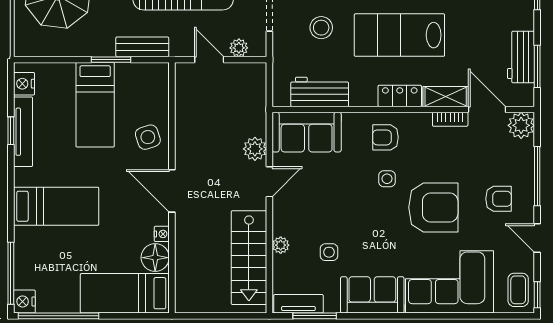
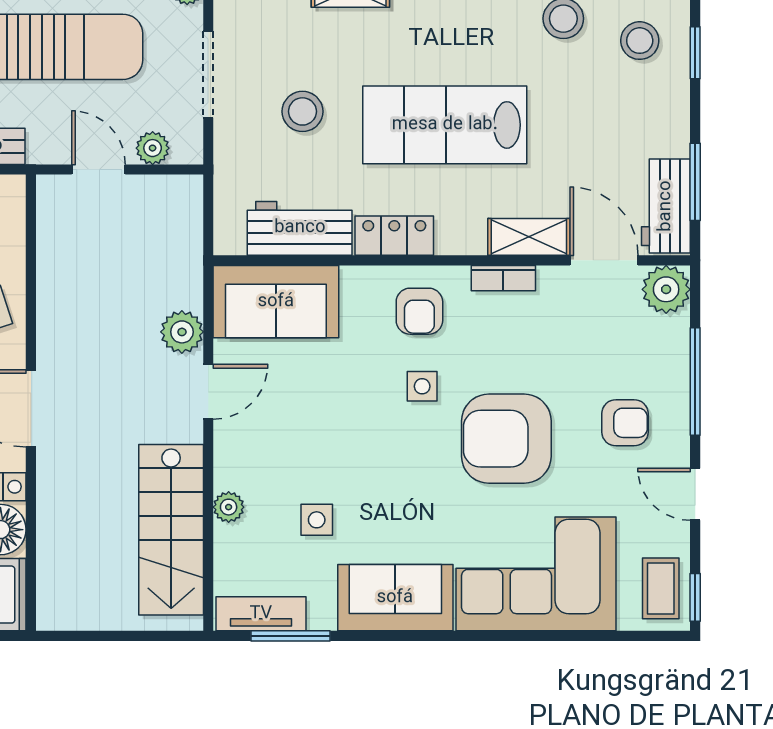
workbench: (521, 57) -> (666, 206), moved
locker: (400, 96) -> (394, 236), moved
bookcase: (450, 119) -> (503, 278), moved
armchair: (385, 137) -> (419, 311), turned -90
armchair: (433, 207) -> (506, 439), turned 180

